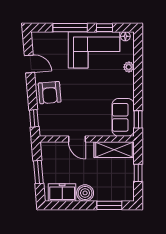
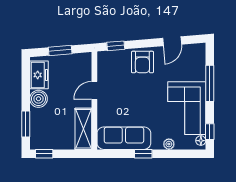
window: (105, 28) -> (210, 132), moved
armchair: (50, 93) -> (142, 62), turned -85
sofa: (123, 117) -> (124, 138), width x1.36
window: (138, 119) -> (143, 154), moved
window: (138, 173) -> (44, 154), moved

